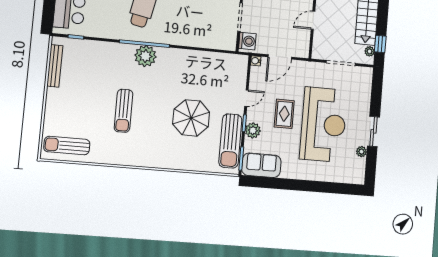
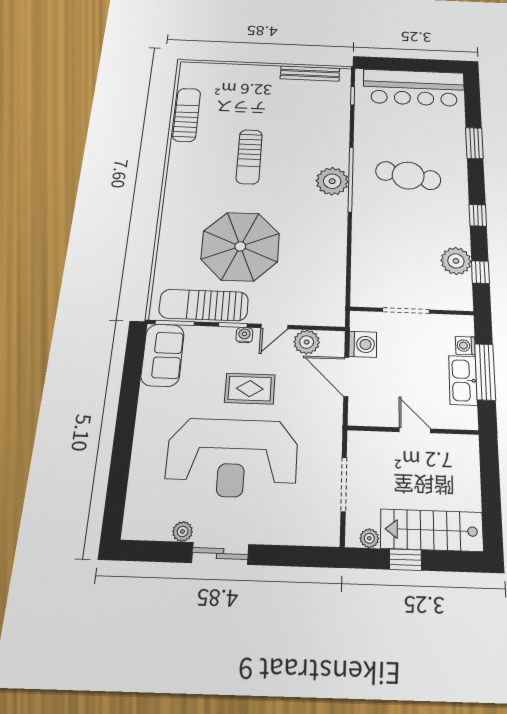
washing machine: (247, 41) -> (363, 344), moved, turned -90
window: (380, 44) -> (405, 560), moved
water cooler: (256, 61) -> (244, 335), moved
door: (246, 98) -> (274, 327), hinge flipped
sun lounger: (123, 111) -> (249, 157), turned -90
parasol: (191, 118) -> (240, 246), width x1.36, depth x1.36
plant: (253, 130) -> (307, 342), moved
sun lounger: (67, 146) -> (187, 115), moved

